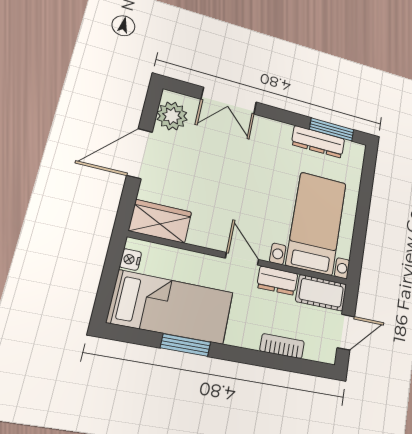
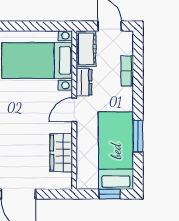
wardrobe: (160, 221) -> (61, 153), moved
nightstand: (130, 260) -> (91, 183), removed
window: (107, 285) -> (110, 194), added

